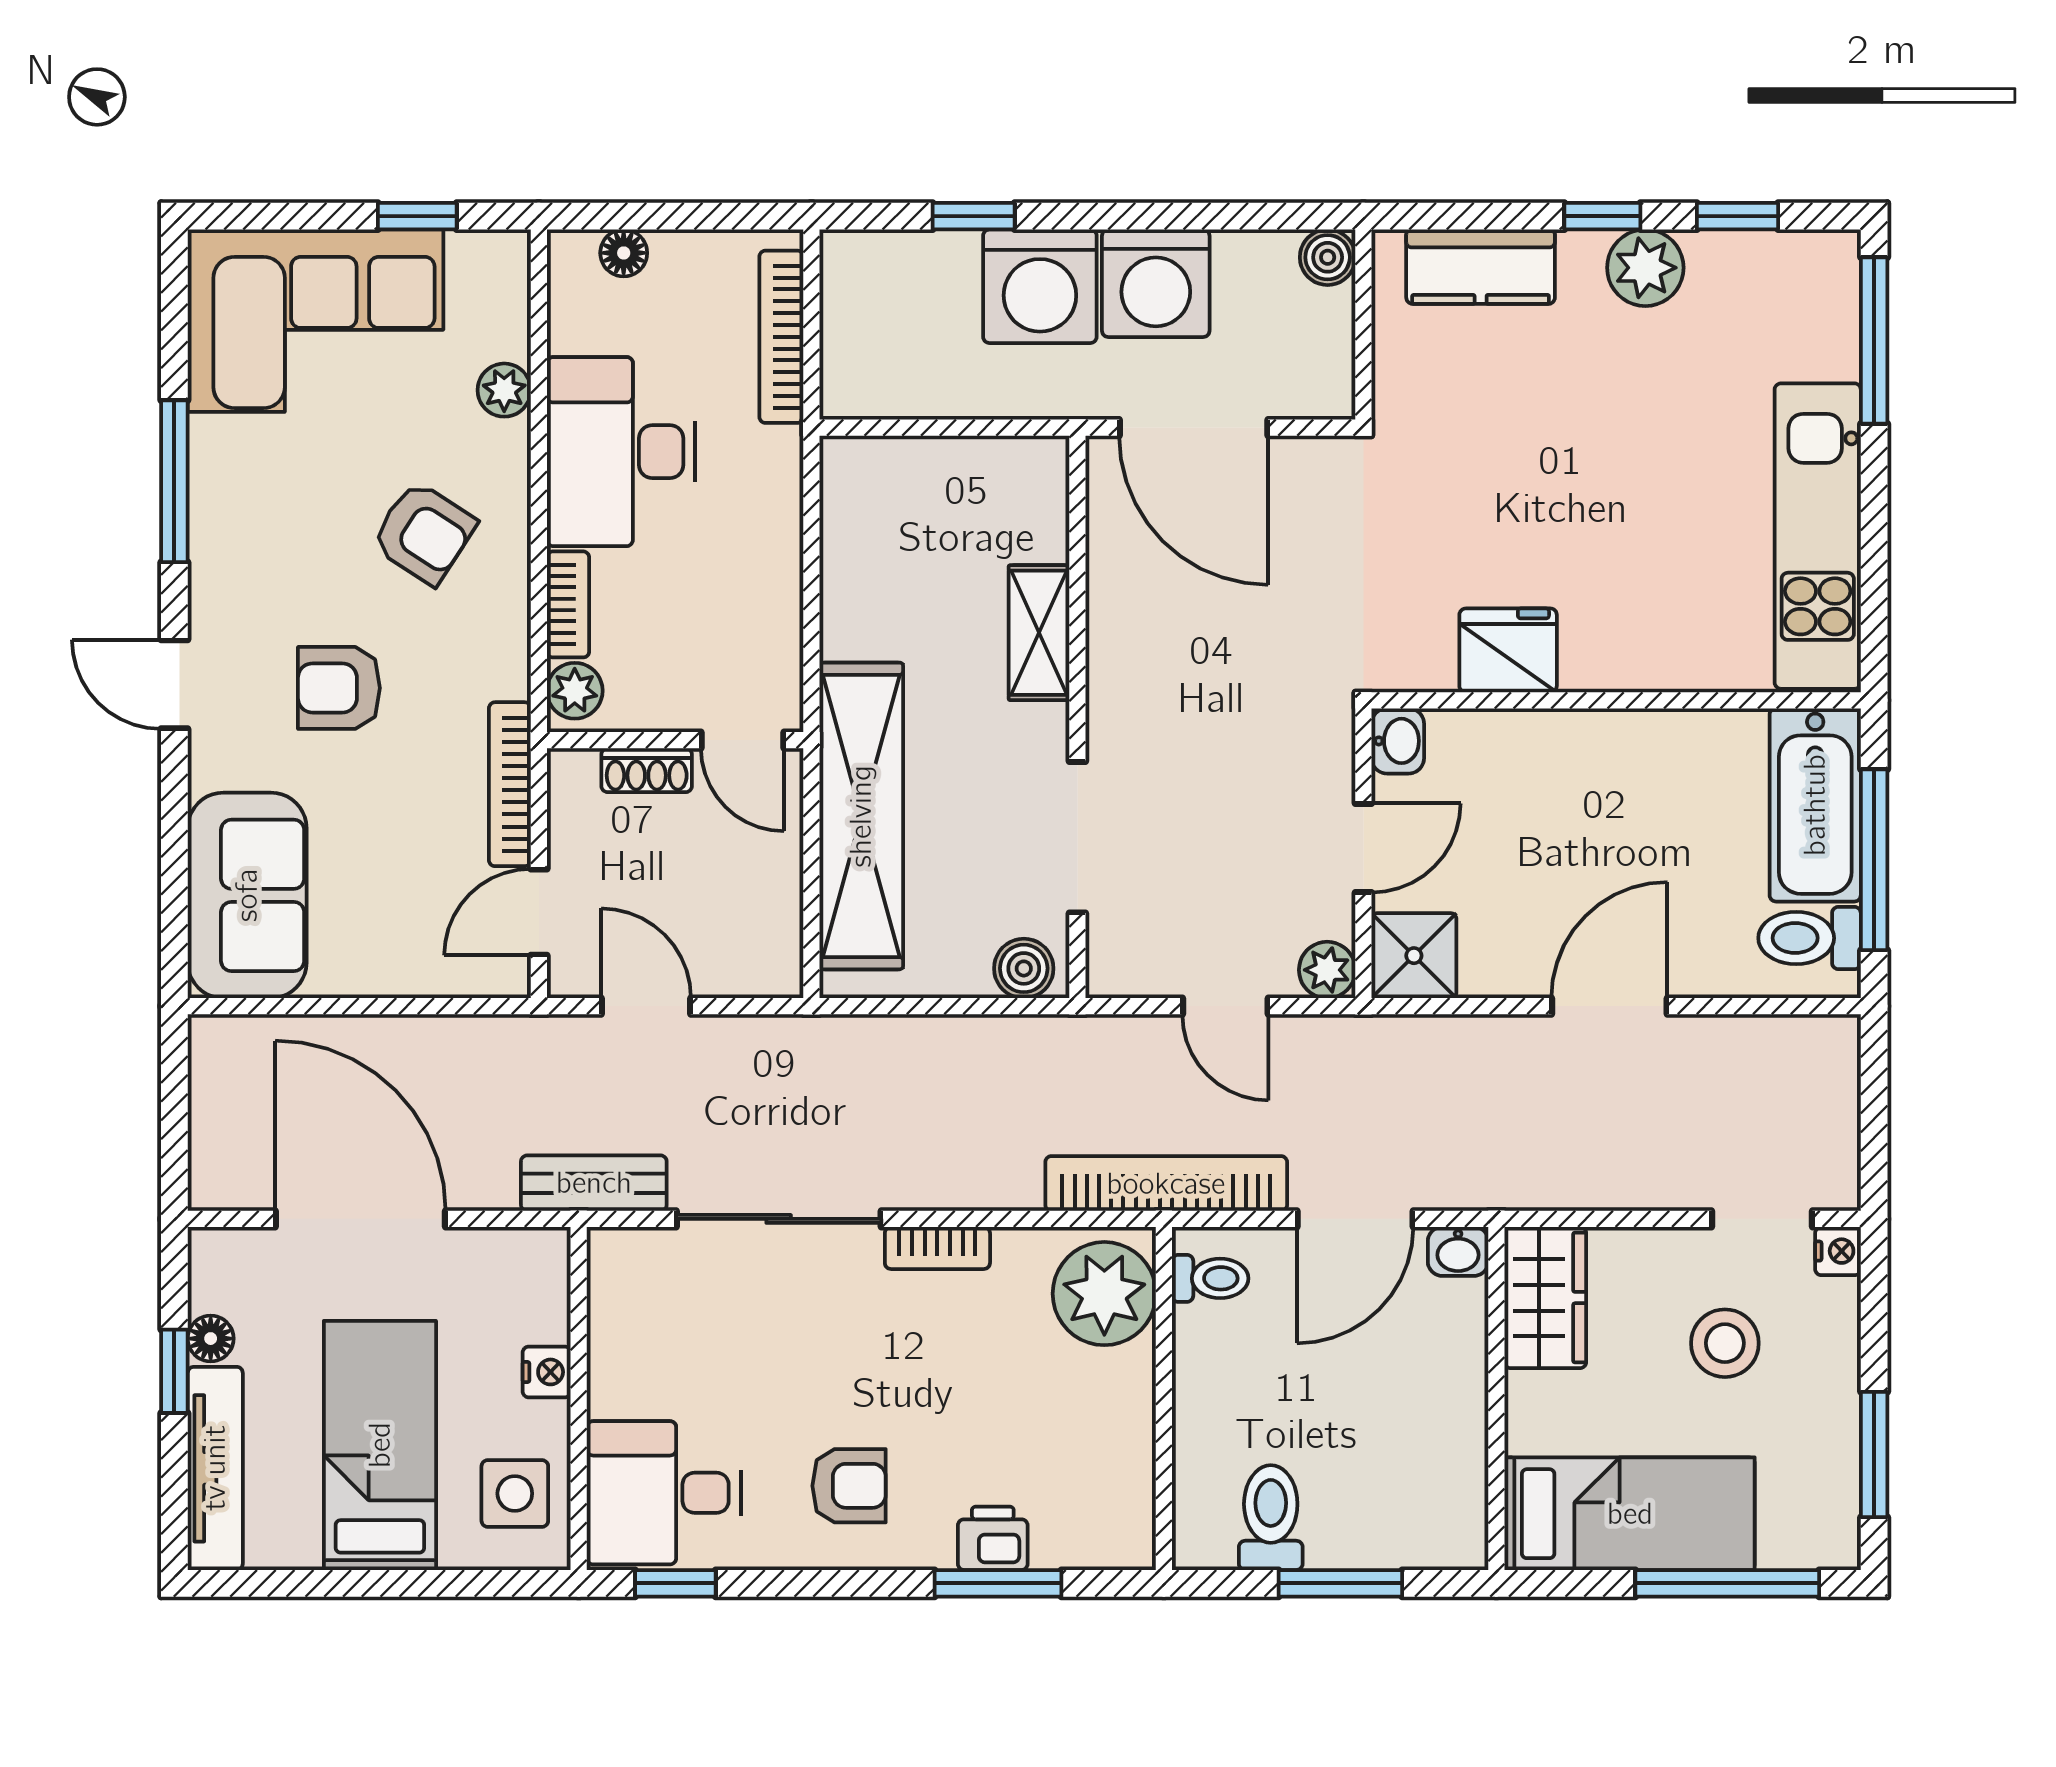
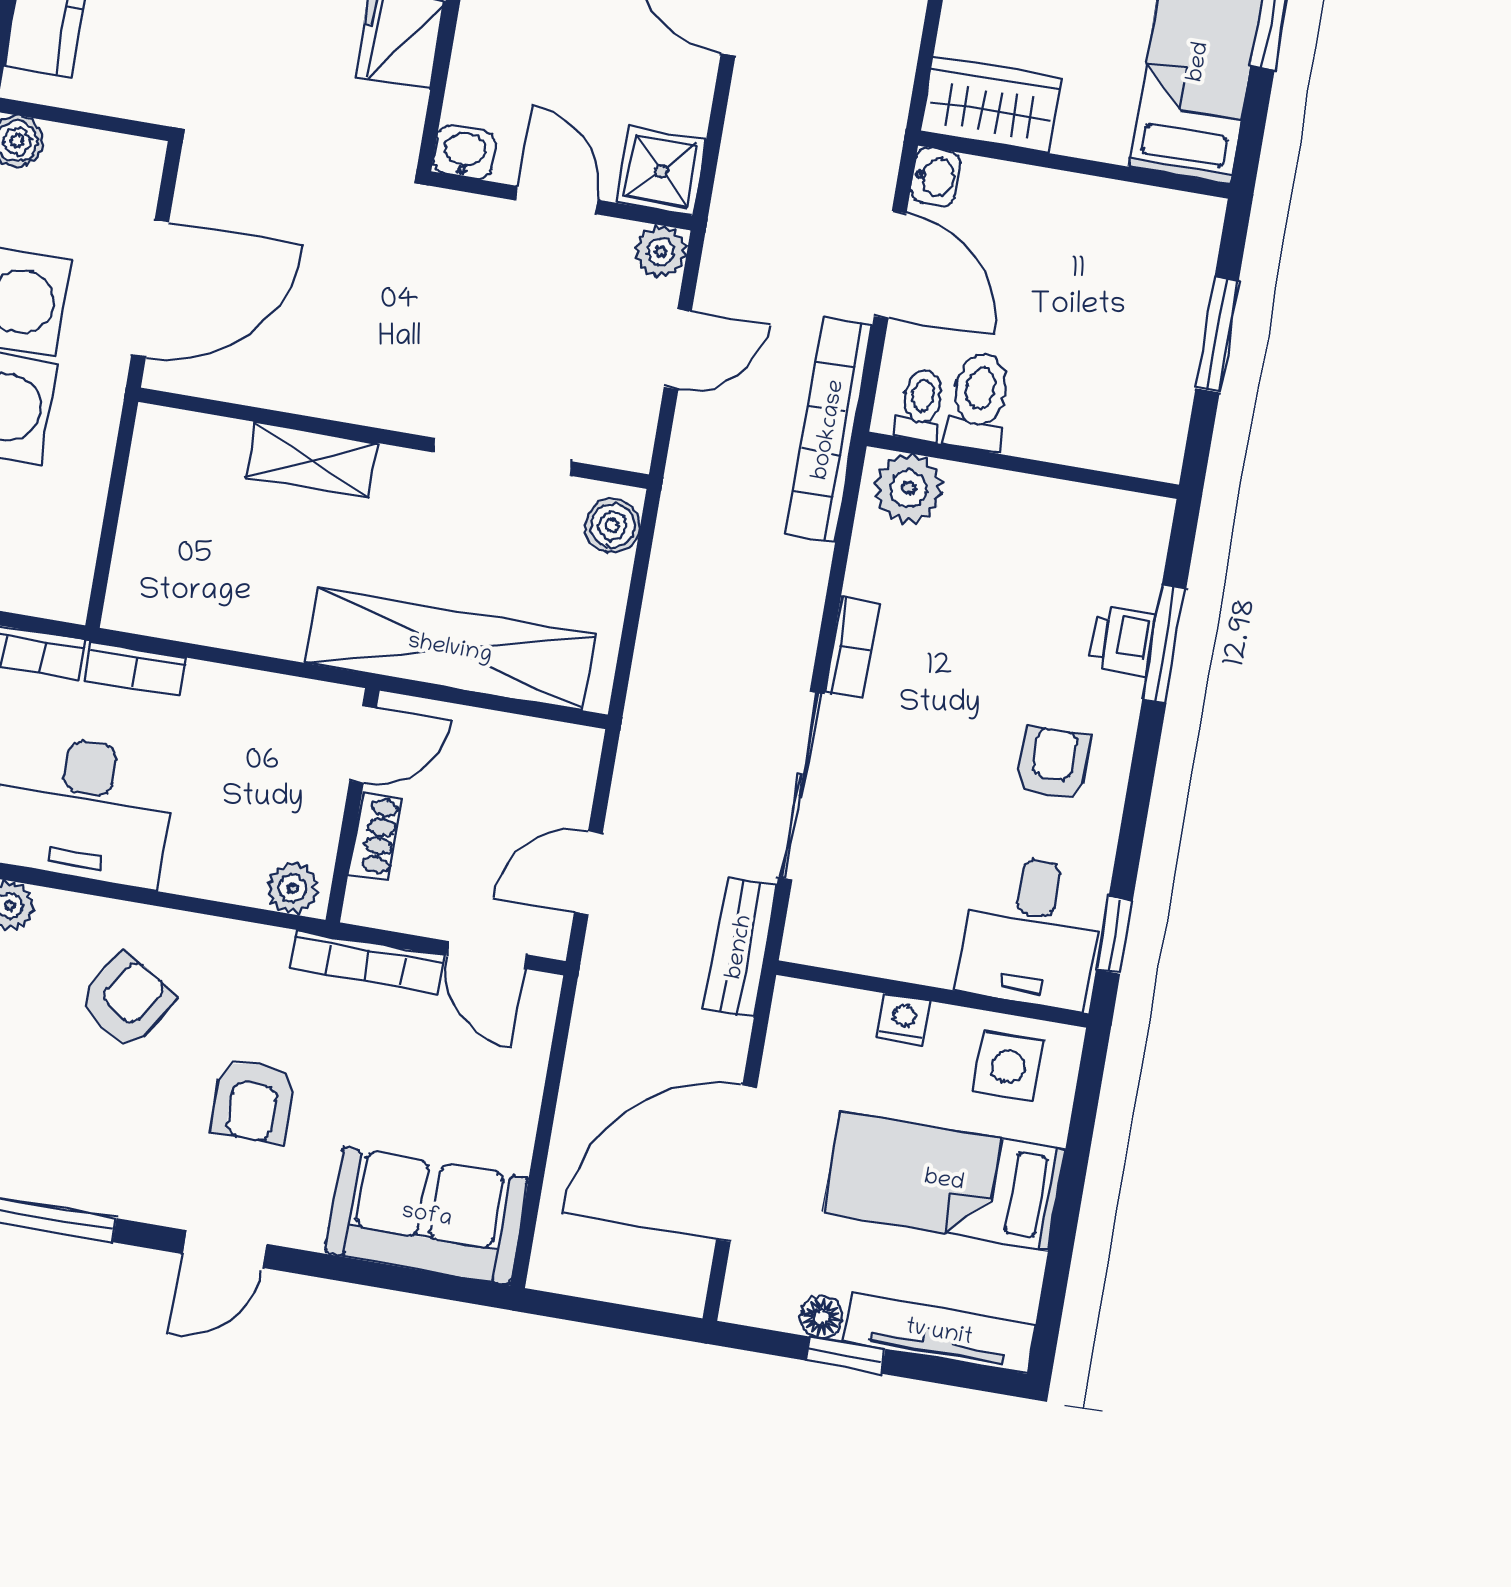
bookcase: (568, 604) -> (135, 668), moved, turned 180
plant: (1104, 1294) -> (909, 488), width x0.73, depth x0.73
toilet: (1271, 1518) -> (978, 402), moved, turned 90

